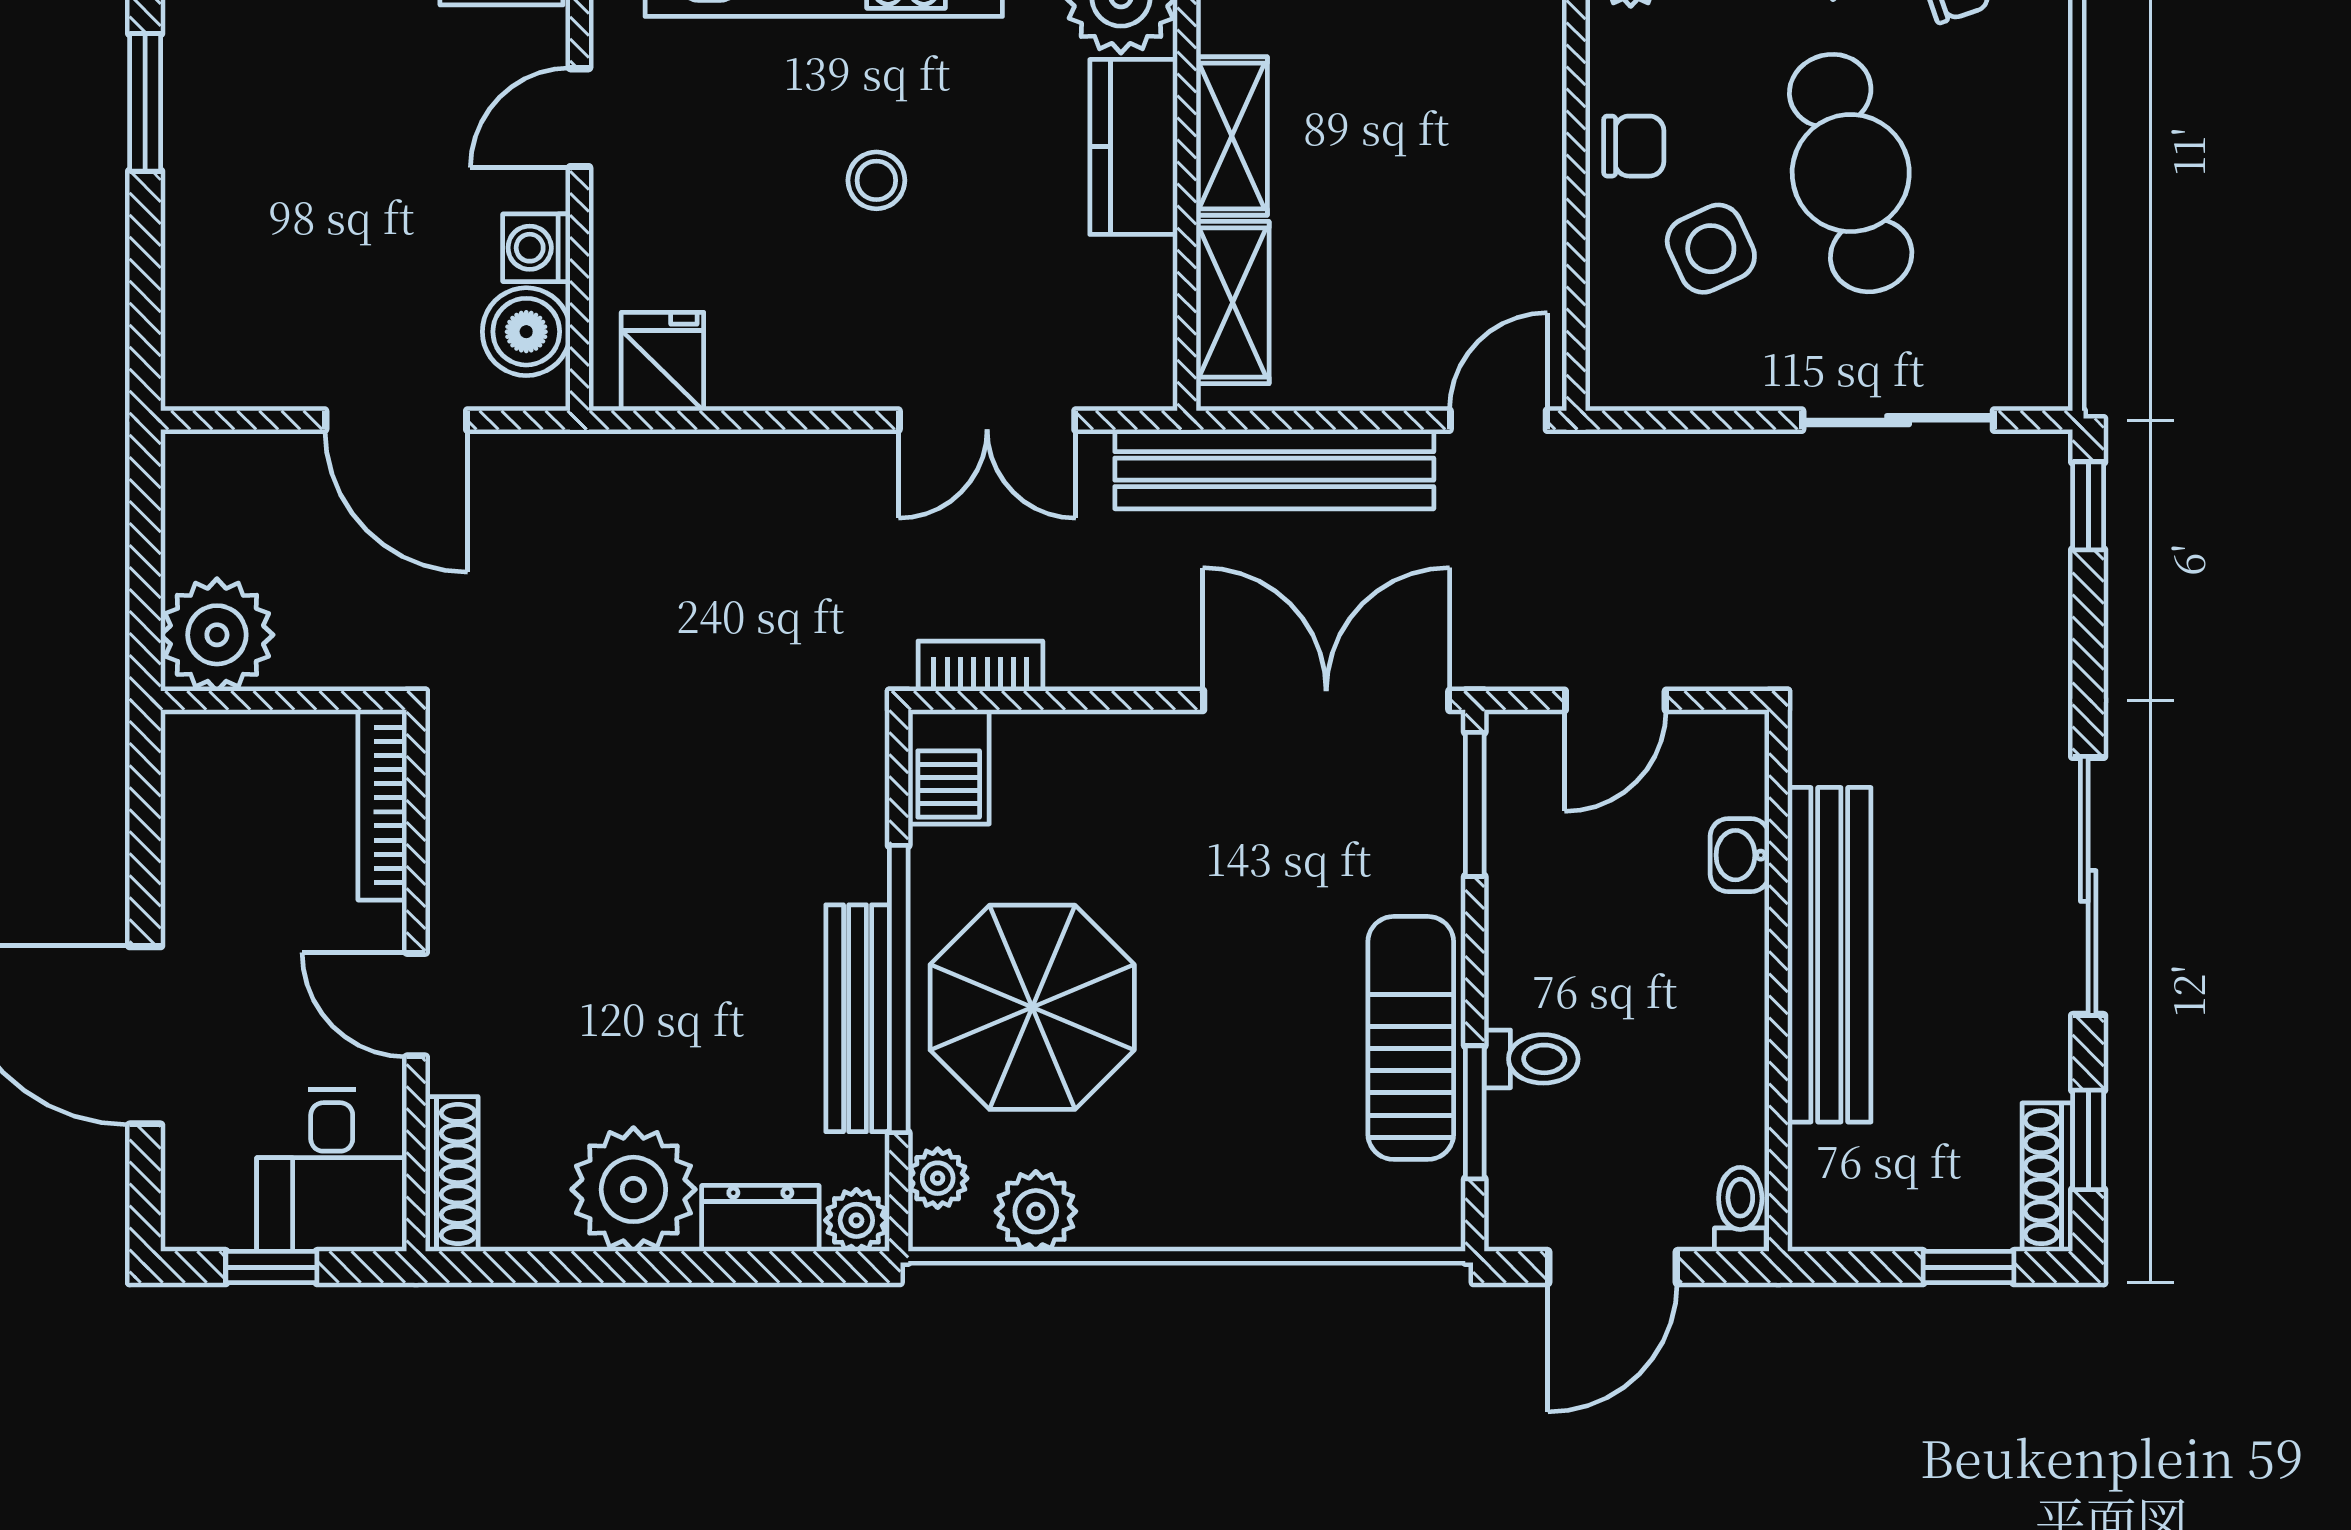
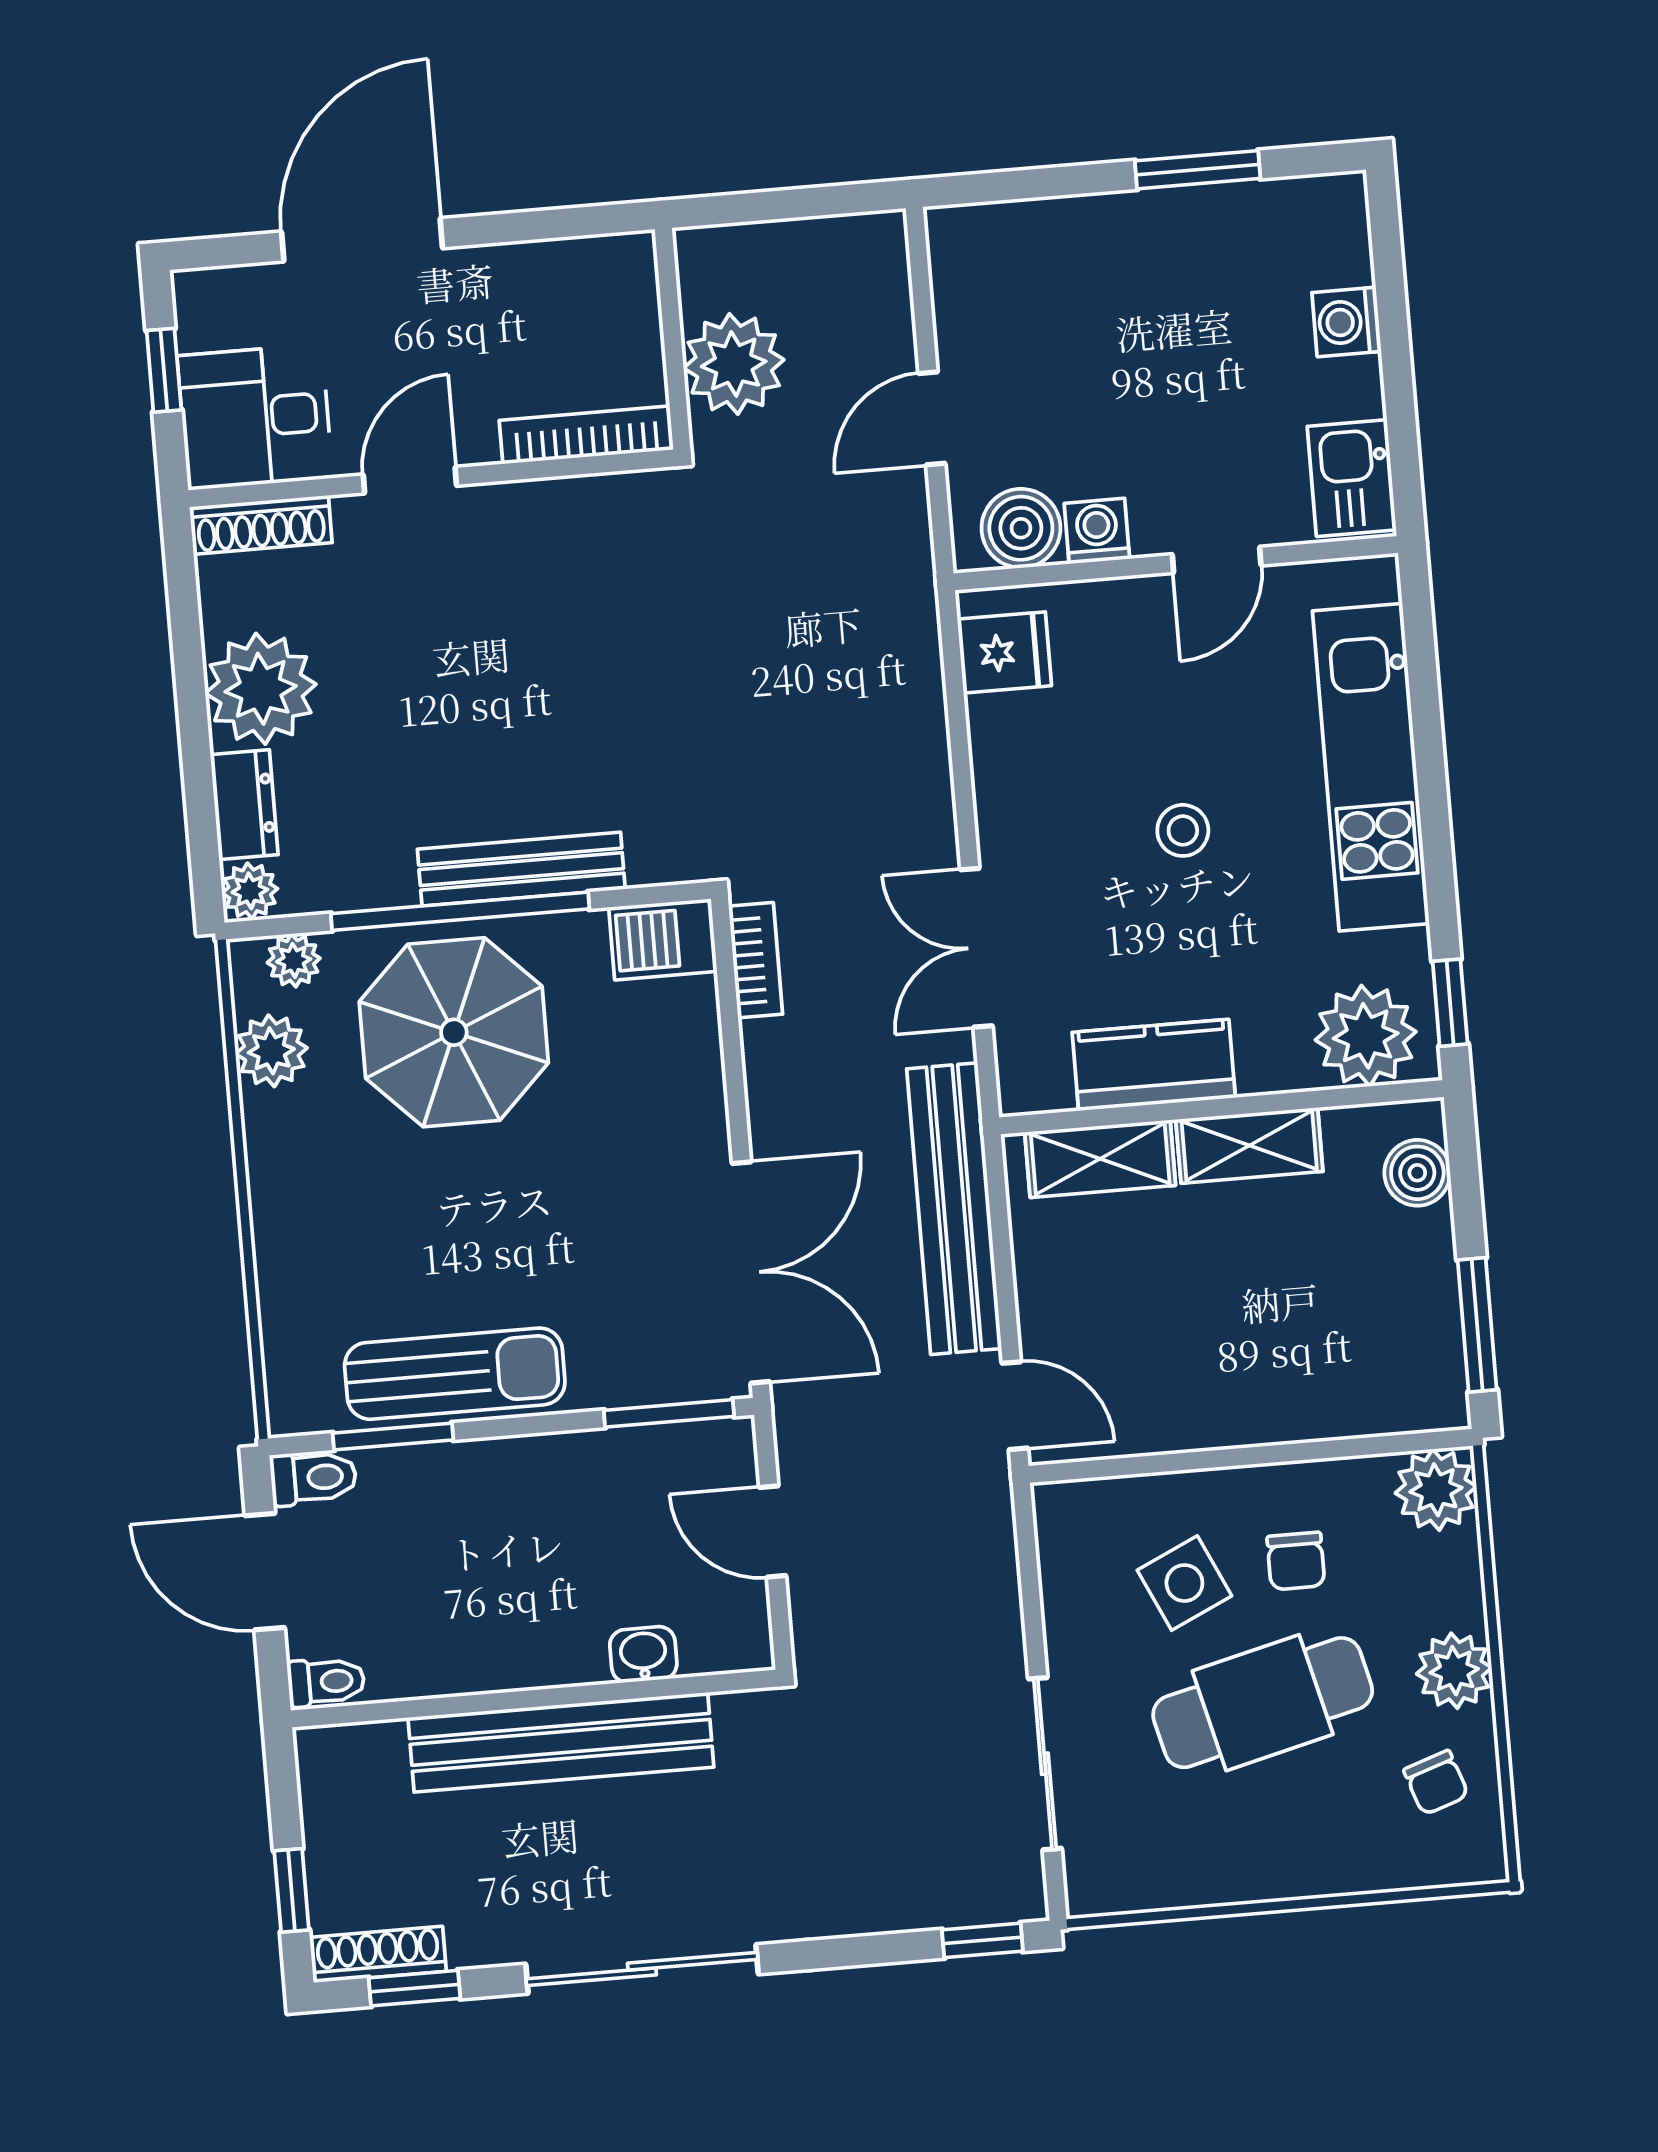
door: (580, 118) -> (1217, 560), swing flipped
chair: (1634, 146) -> (1296, 1561), moved
kitchen counter: (1134, 147) -> (1154, 1065), moved
door: (396, 420) -> (932, 418), width x0.73
plant: (217, 635) -> (734, 364), moved
bench: (858, 1018) -> (521, 869), moved
toilet: (1531, 1059) -> (313, 1478), moved, turned -90

